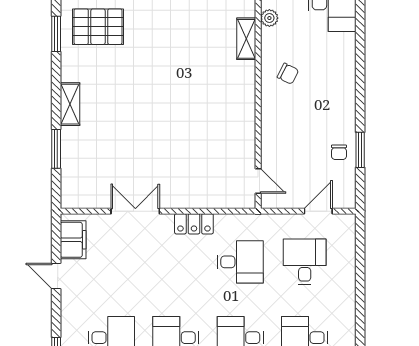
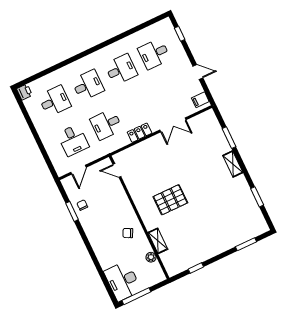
pallet: (98, 27) -> (170, 200), moved
filing cabinet: (73, 240) -> (200, 100), width x0.50

